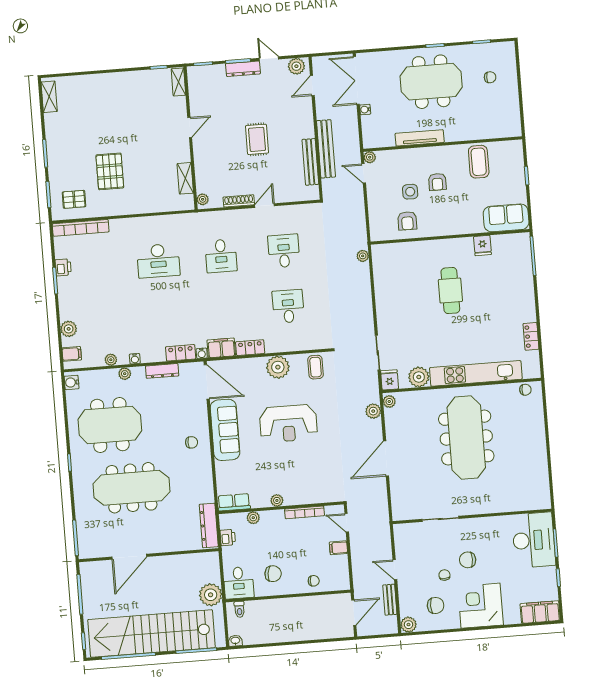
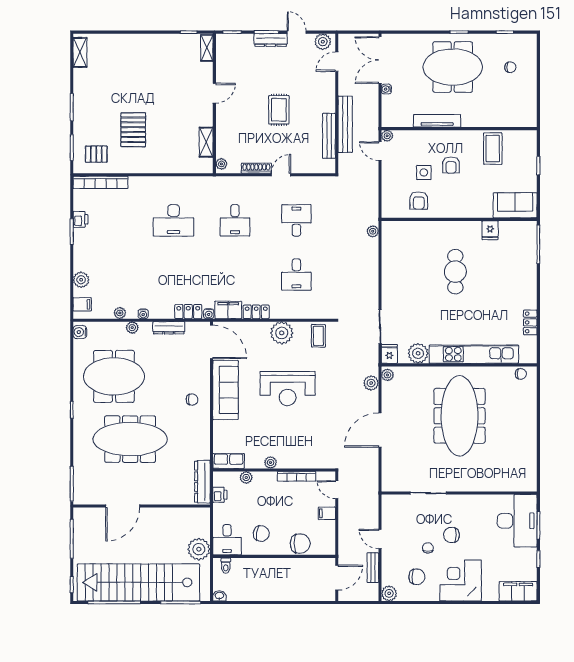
desk: (288, 306) -> (296, 275), turned 180
chair: (314, 581) -> (300, 544), width x1.87, depth x1.87

